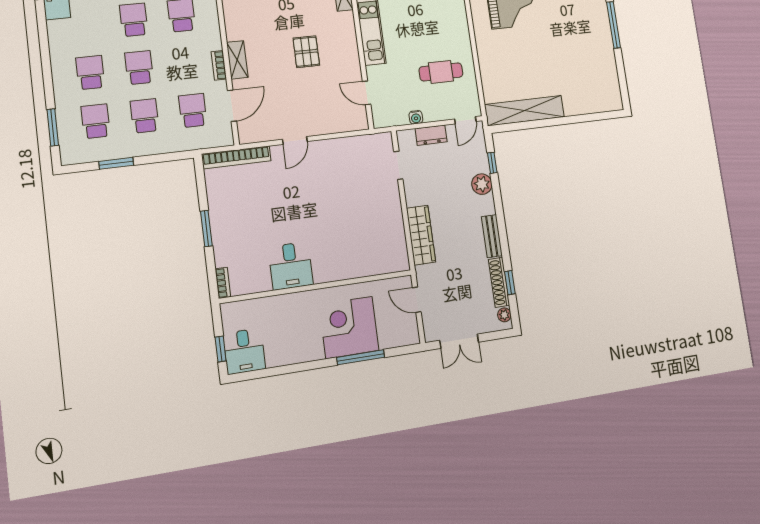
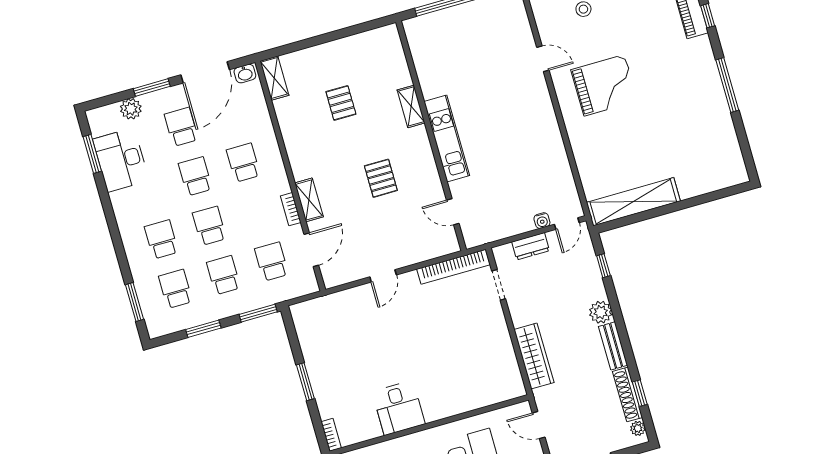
cafe table: (441, 72) -> (532, 175), removed
water cooler: (416, 117) -> (542, 221), moved
window: (172, 157) -> (258, 313), added
bookcase: (236, 157) -> (453, 267), moved
plant: (482, 184) -> (601, 312), moved

